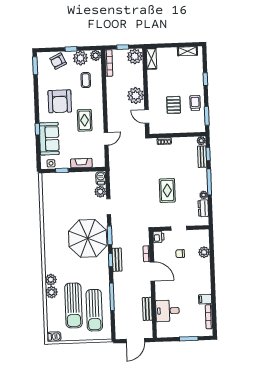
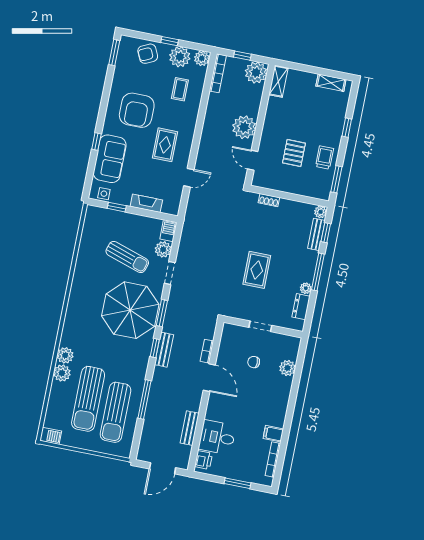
sun lounger: (77, 203) -> (127, 257), added
printer: (158, 237) -> (204, 460), moved

